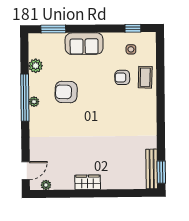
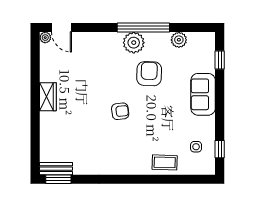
window: (53, 29) -> (220, 60), width x0.67
armchair: (122, 77) -> (120, 111), moved, turned 83
plant: (34, 102) -> (134, 43), width x1.88, depth x1.88
bench: (152, 169) -> (56, 169), width x0.73
plant: (46, 185) -> (45, 38), moved

